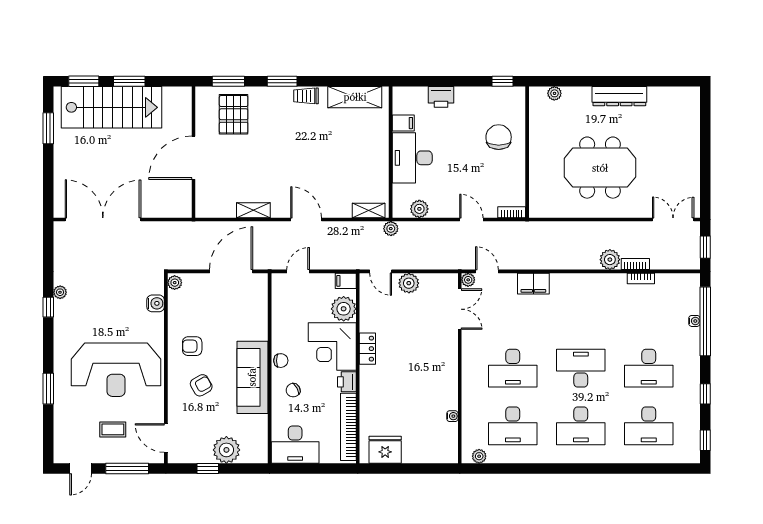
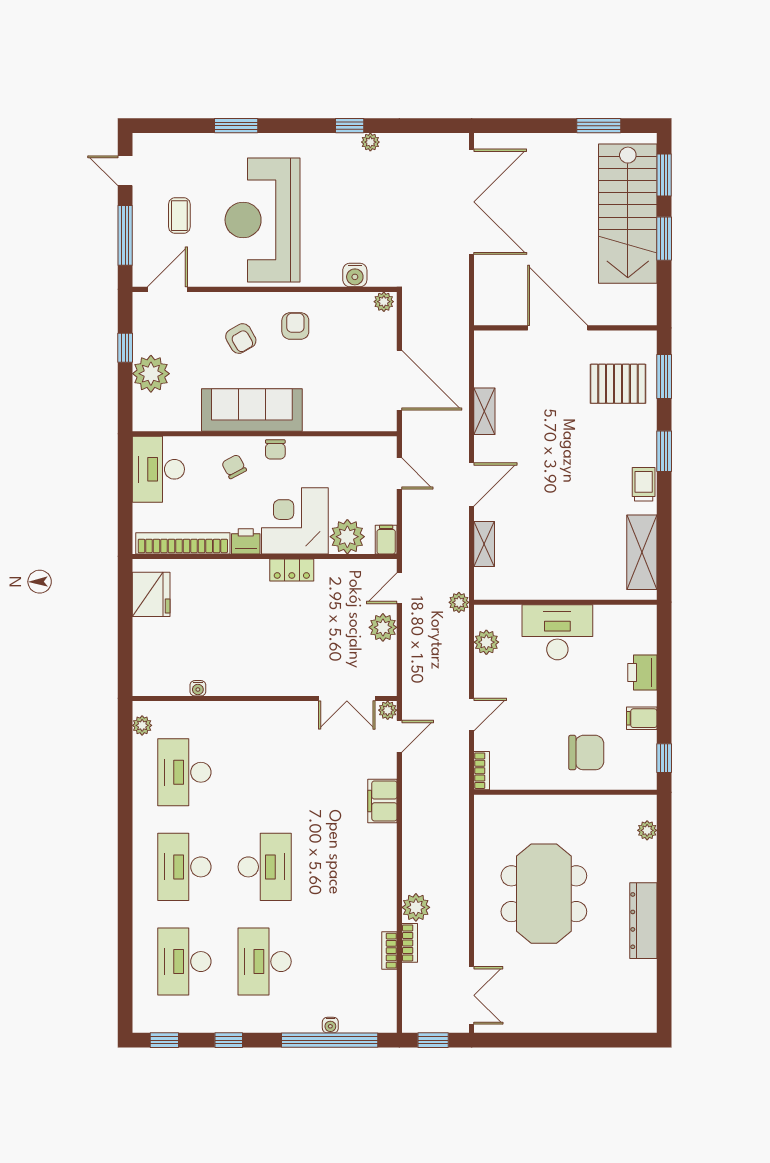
filing cabinet: (403, 123) -> (642, 718), moved, turned 90
shelving: (369, 210) -> (484, 544), moved
desk: (513, 368) -> (265, 772), removed

